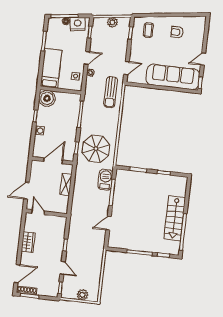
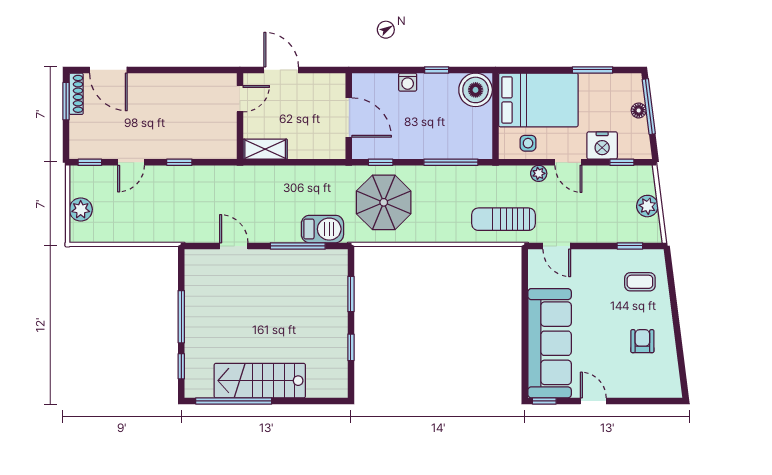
nightstand: (78, 24) -> (602, 145), moved, turned 97
bed: (51, 68) -> (538, 100), width x1.50
shelving: (66, 184) -> (265, 149), moved
wardrobe: (28, 242) -> (176, 85), removed

